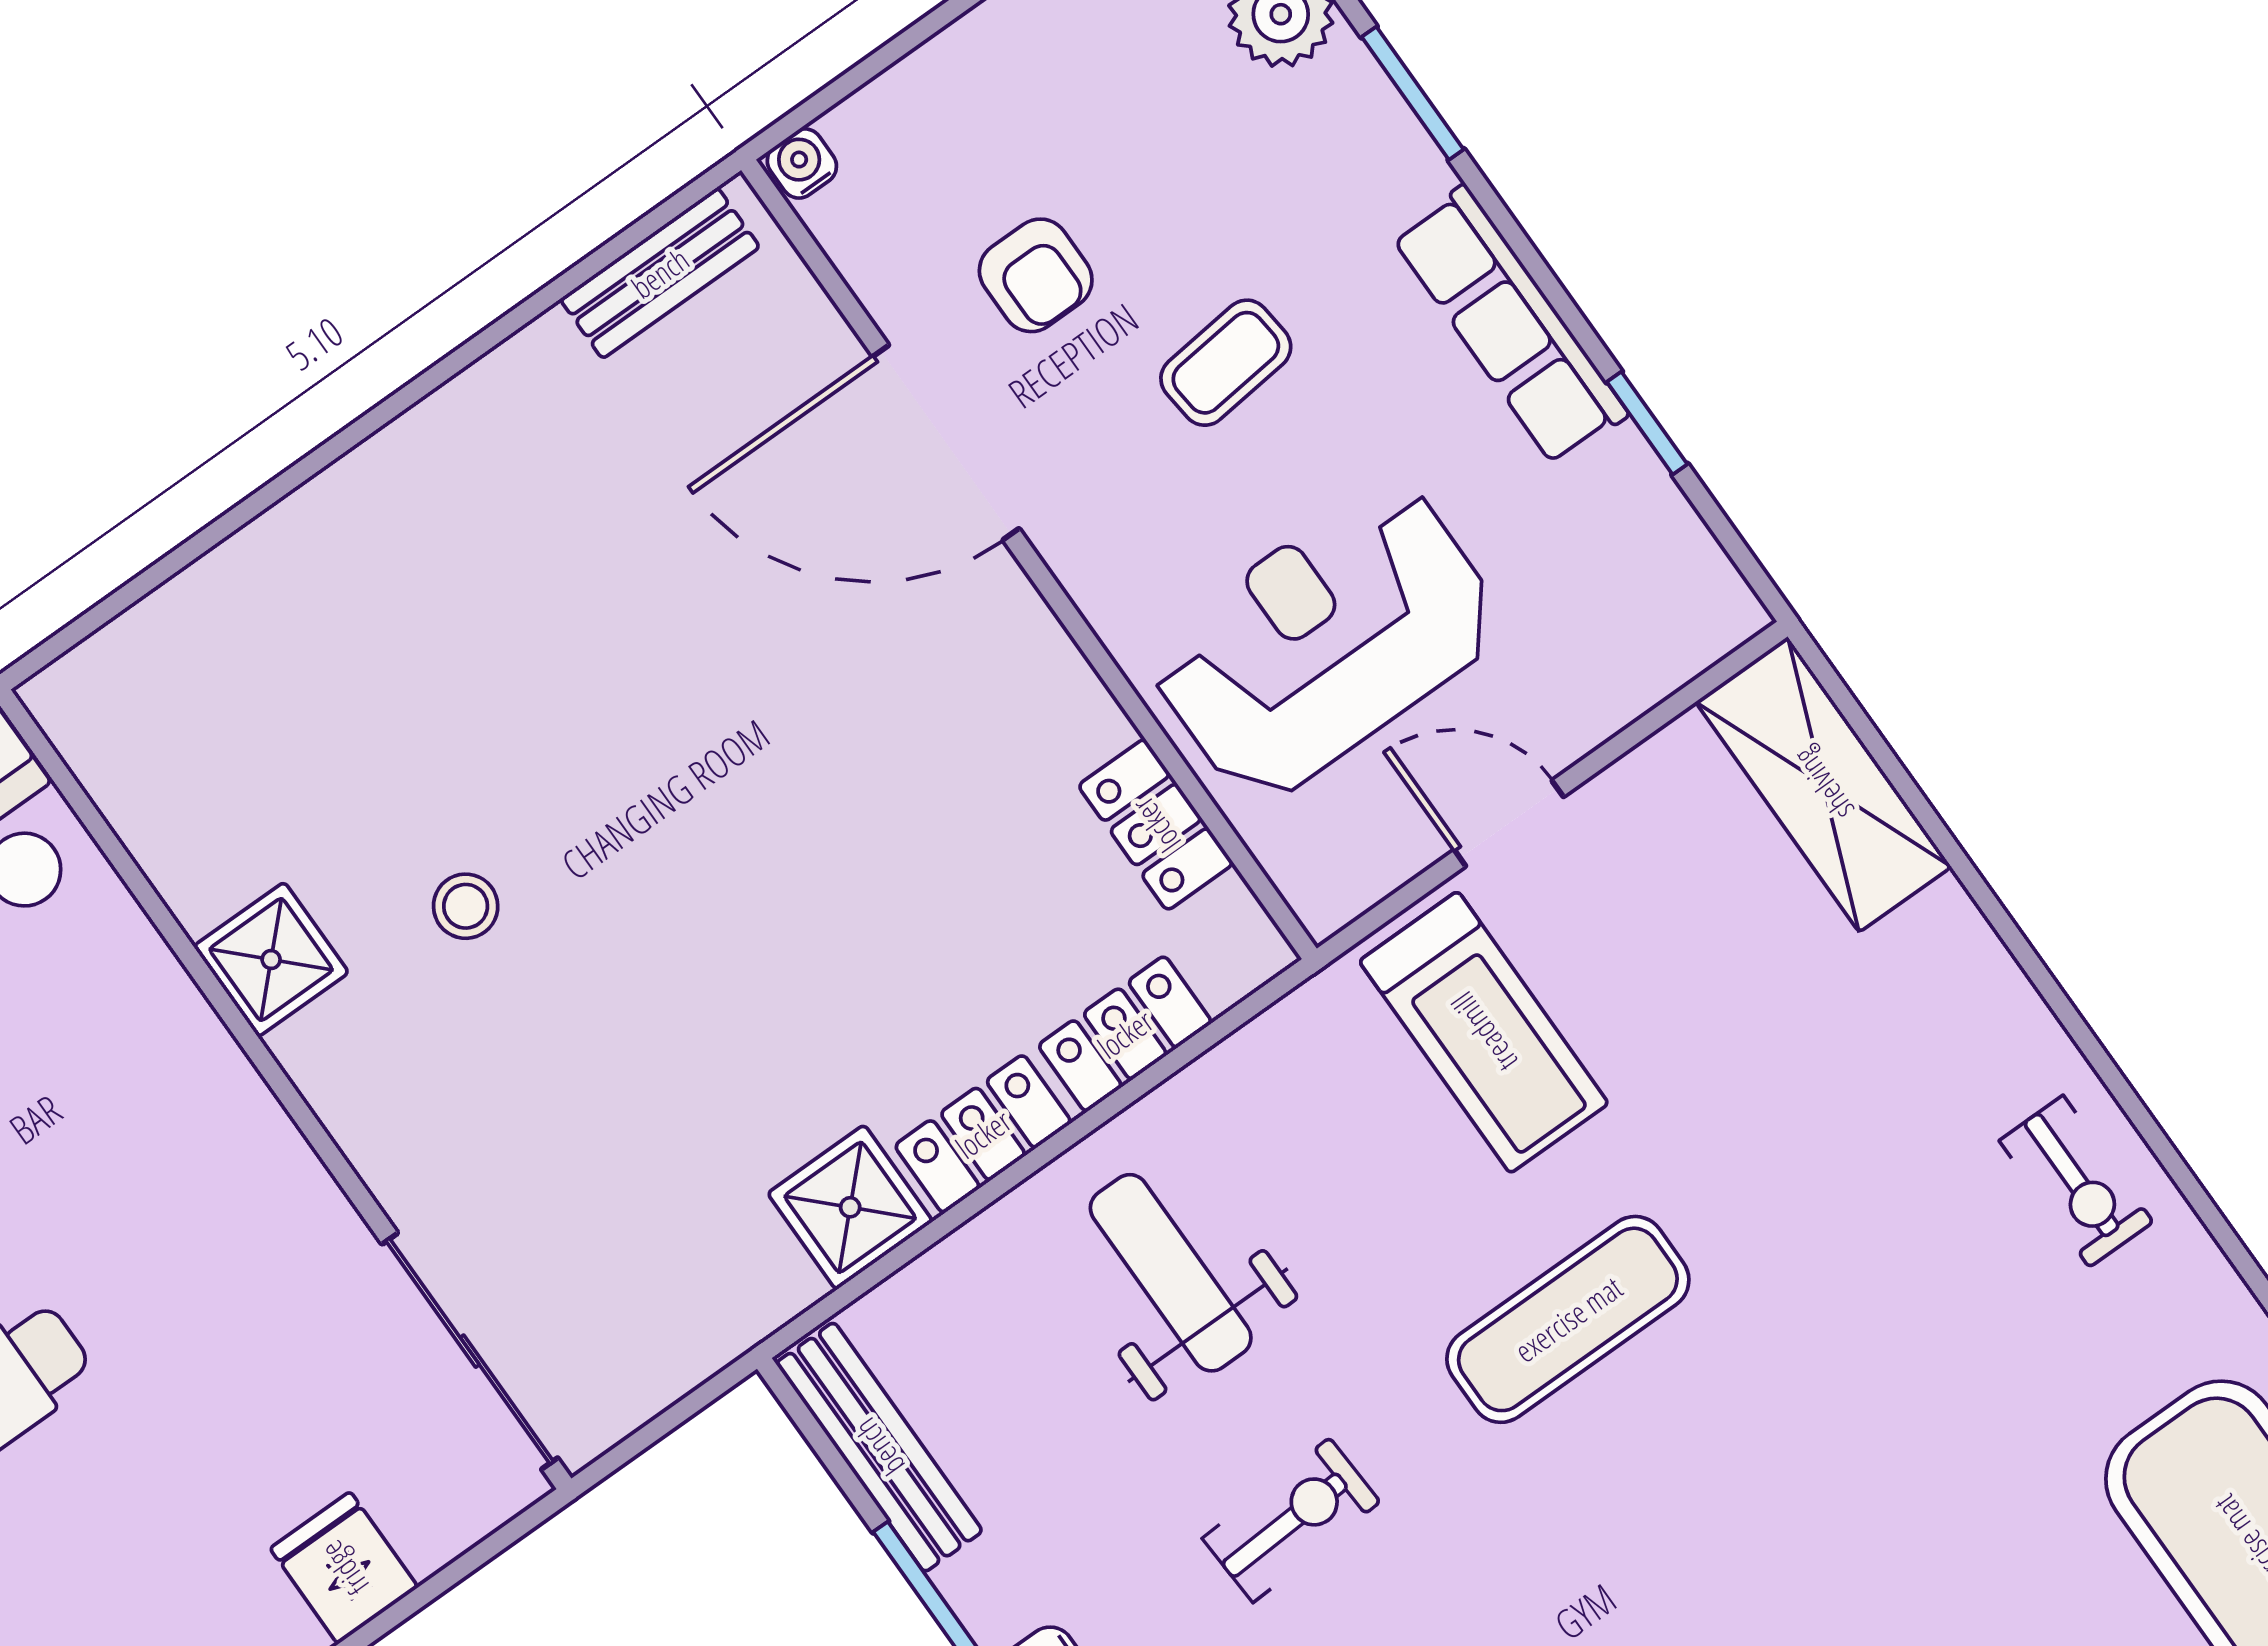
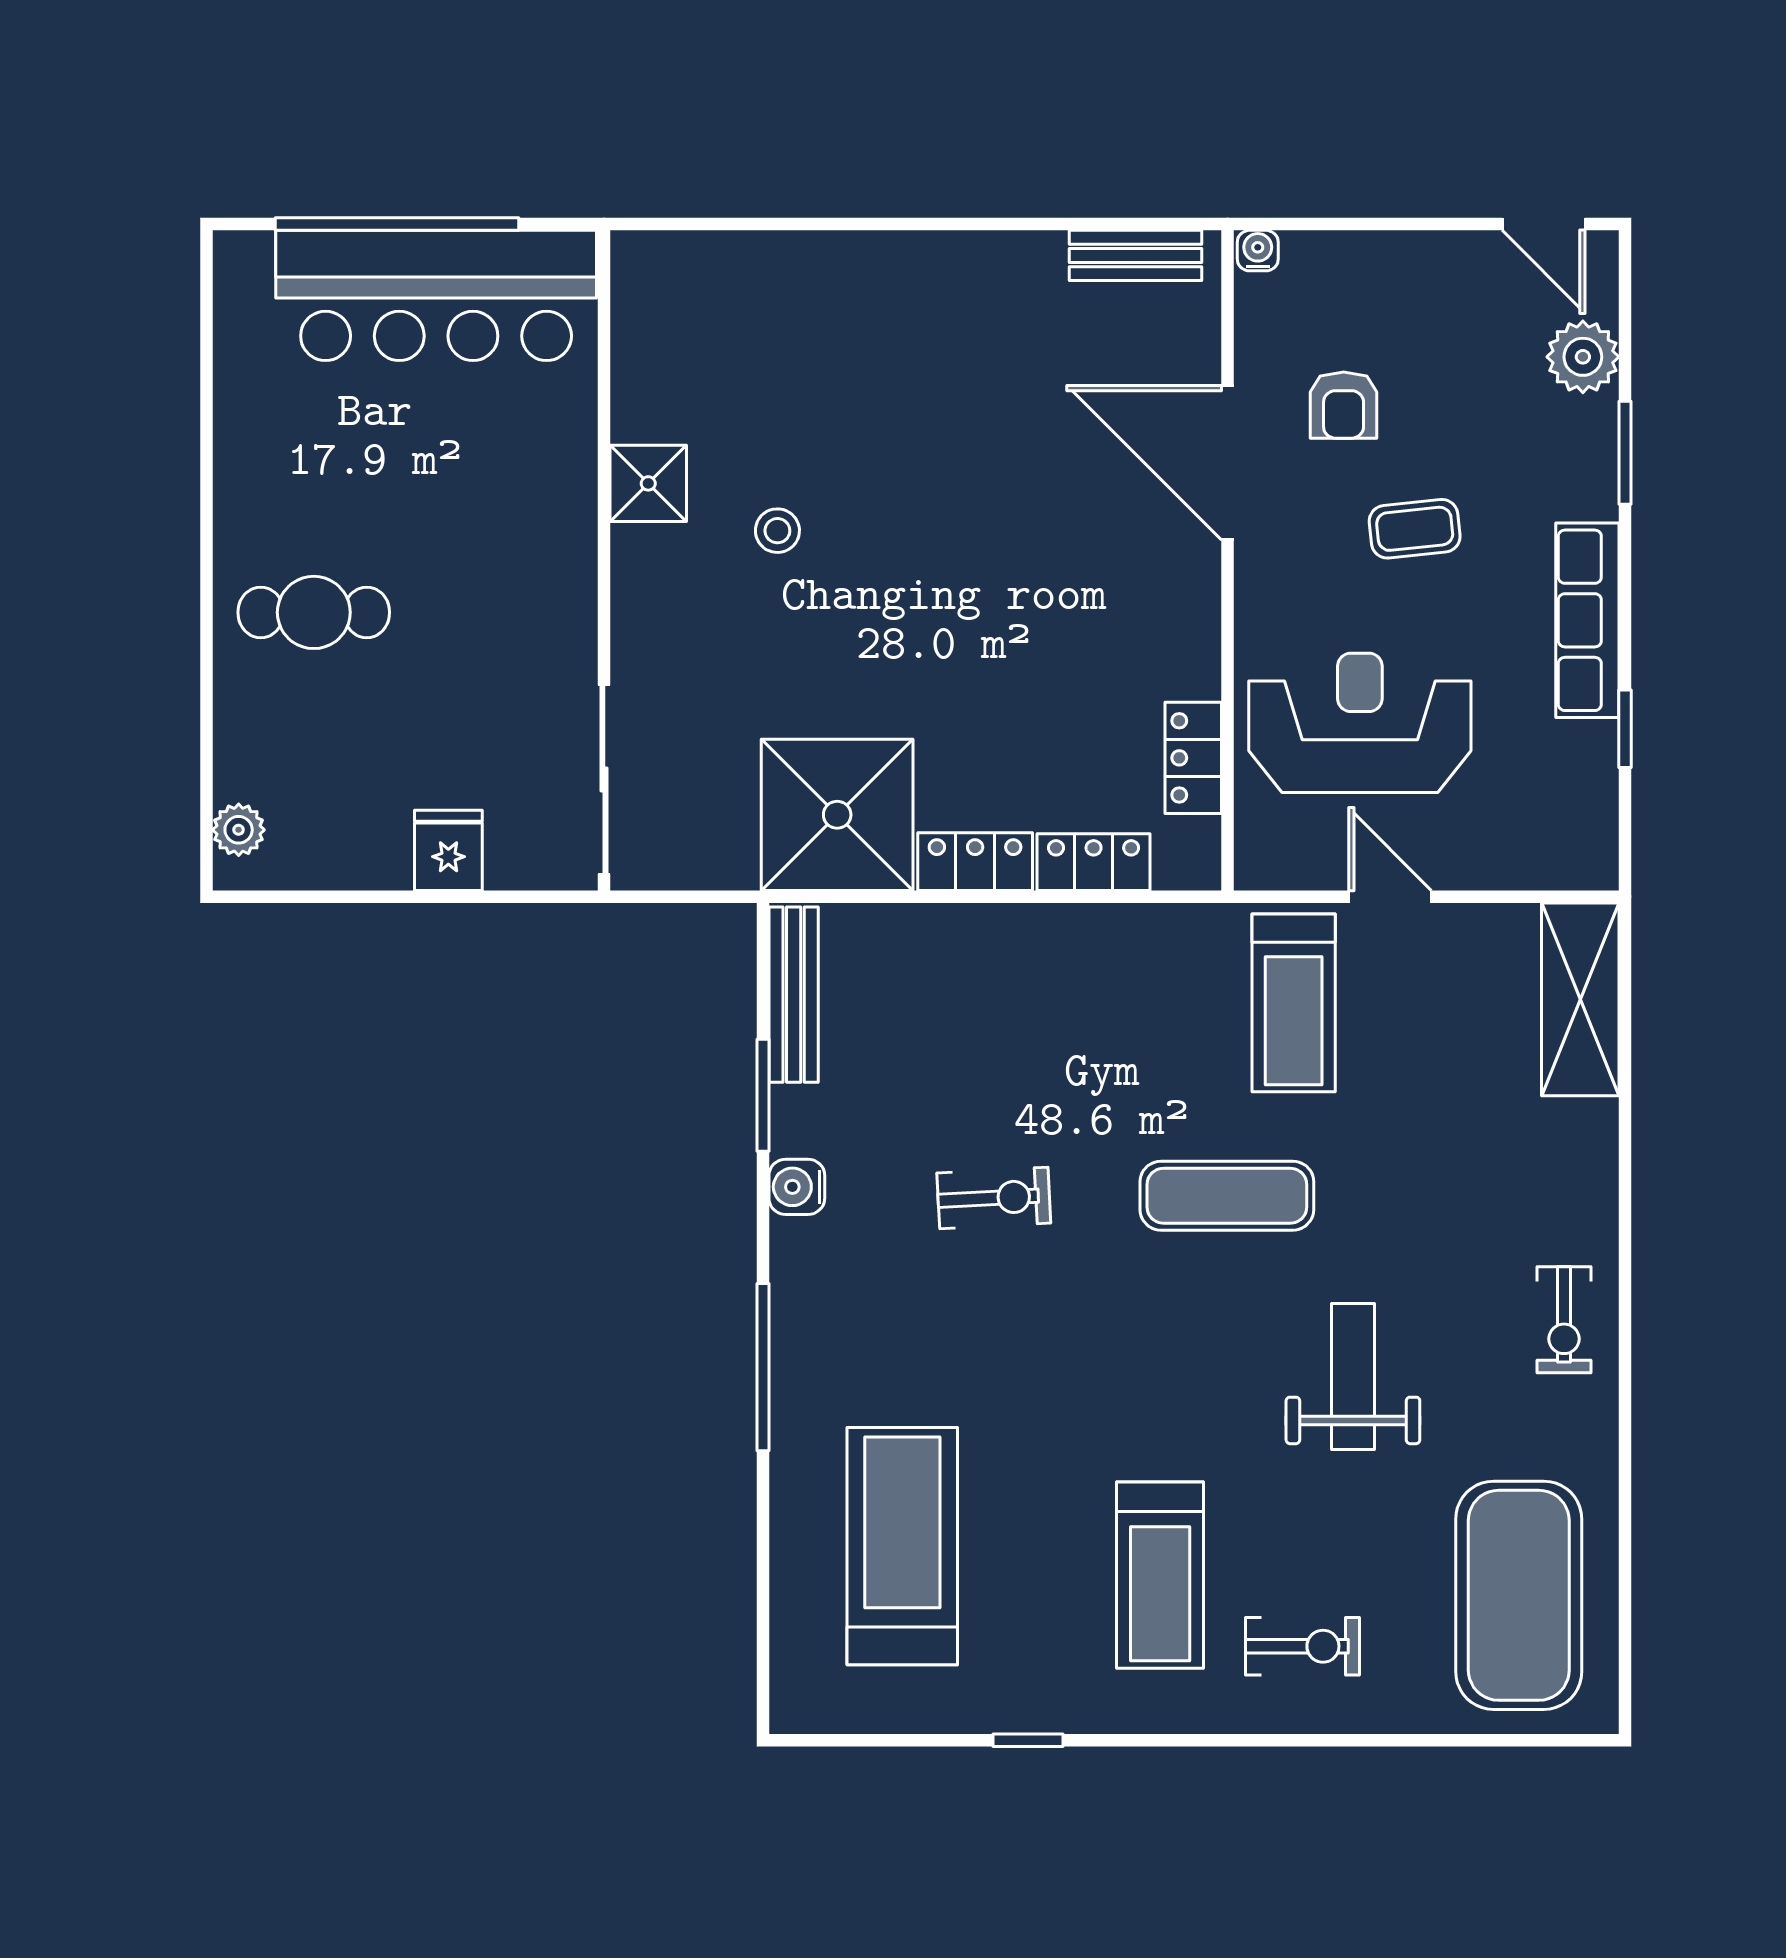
shower: (850, 1207) -> (837, 815), width x1.86, depth x1.86
weight bench: (1171, 1273) -> (1353, 1377), moved

